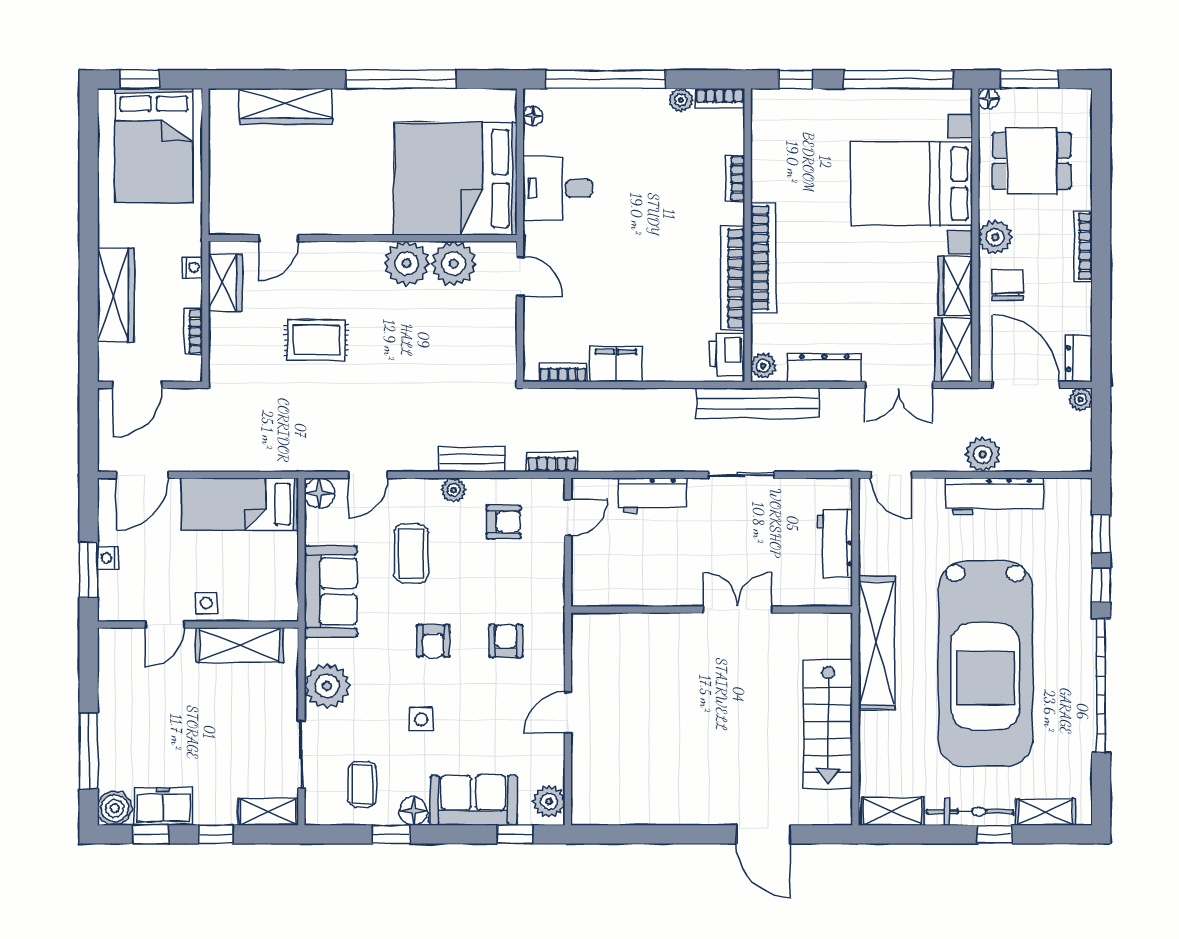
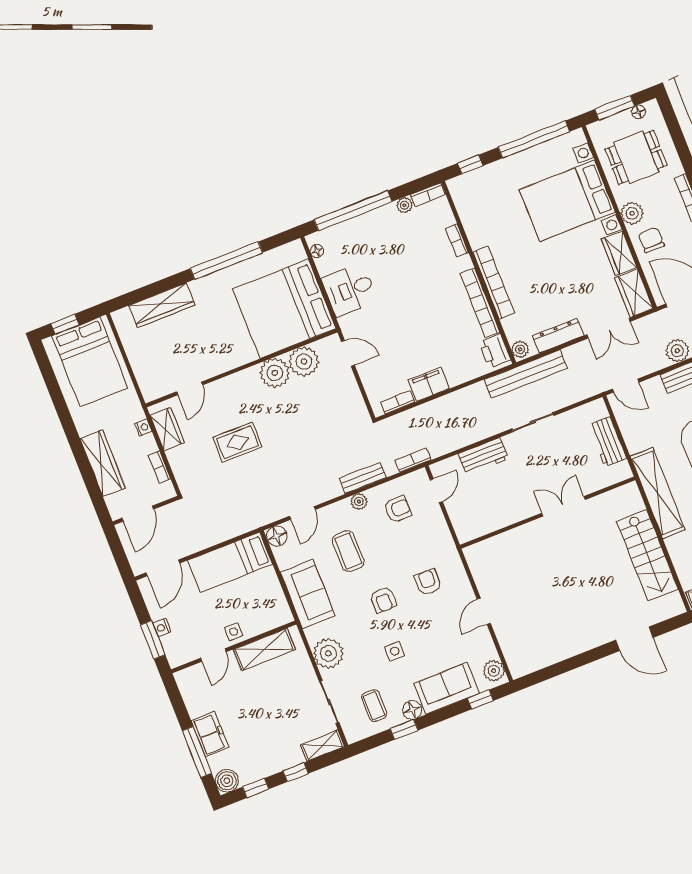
floor lamp: (988, 99) -> (639, 112), moved
freezer: (163, 806) -> (210, 734), moved, turned 90

